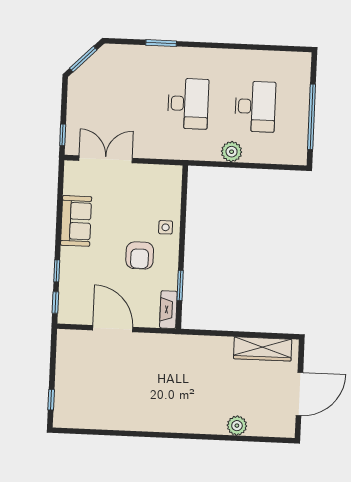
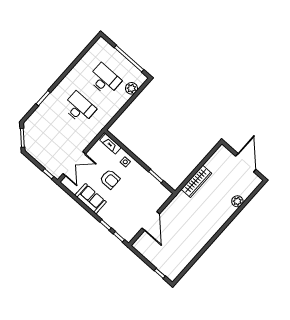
plant: (232, 152) -> (131, 88), moved
double door: (106, 159) -> (74, 164), swing flipped
armchair: (140, 255) -> (110, 179), moved
fireplace: (168, 310) -> (110, 144), moved
door: (113, 329) -> (151, 221), swing flipped
wardrobe: (263, 349) -> (196, 181), moved

